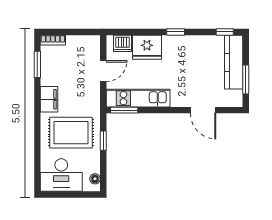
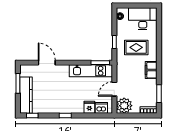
plant: (89, 47) -> (124, 106), added
fridge: (147, 47) -> (89, 107), width x0.53, depth x0.75
rug: (71, 133) -> (136, 47), width x0.73, depth x0.70

